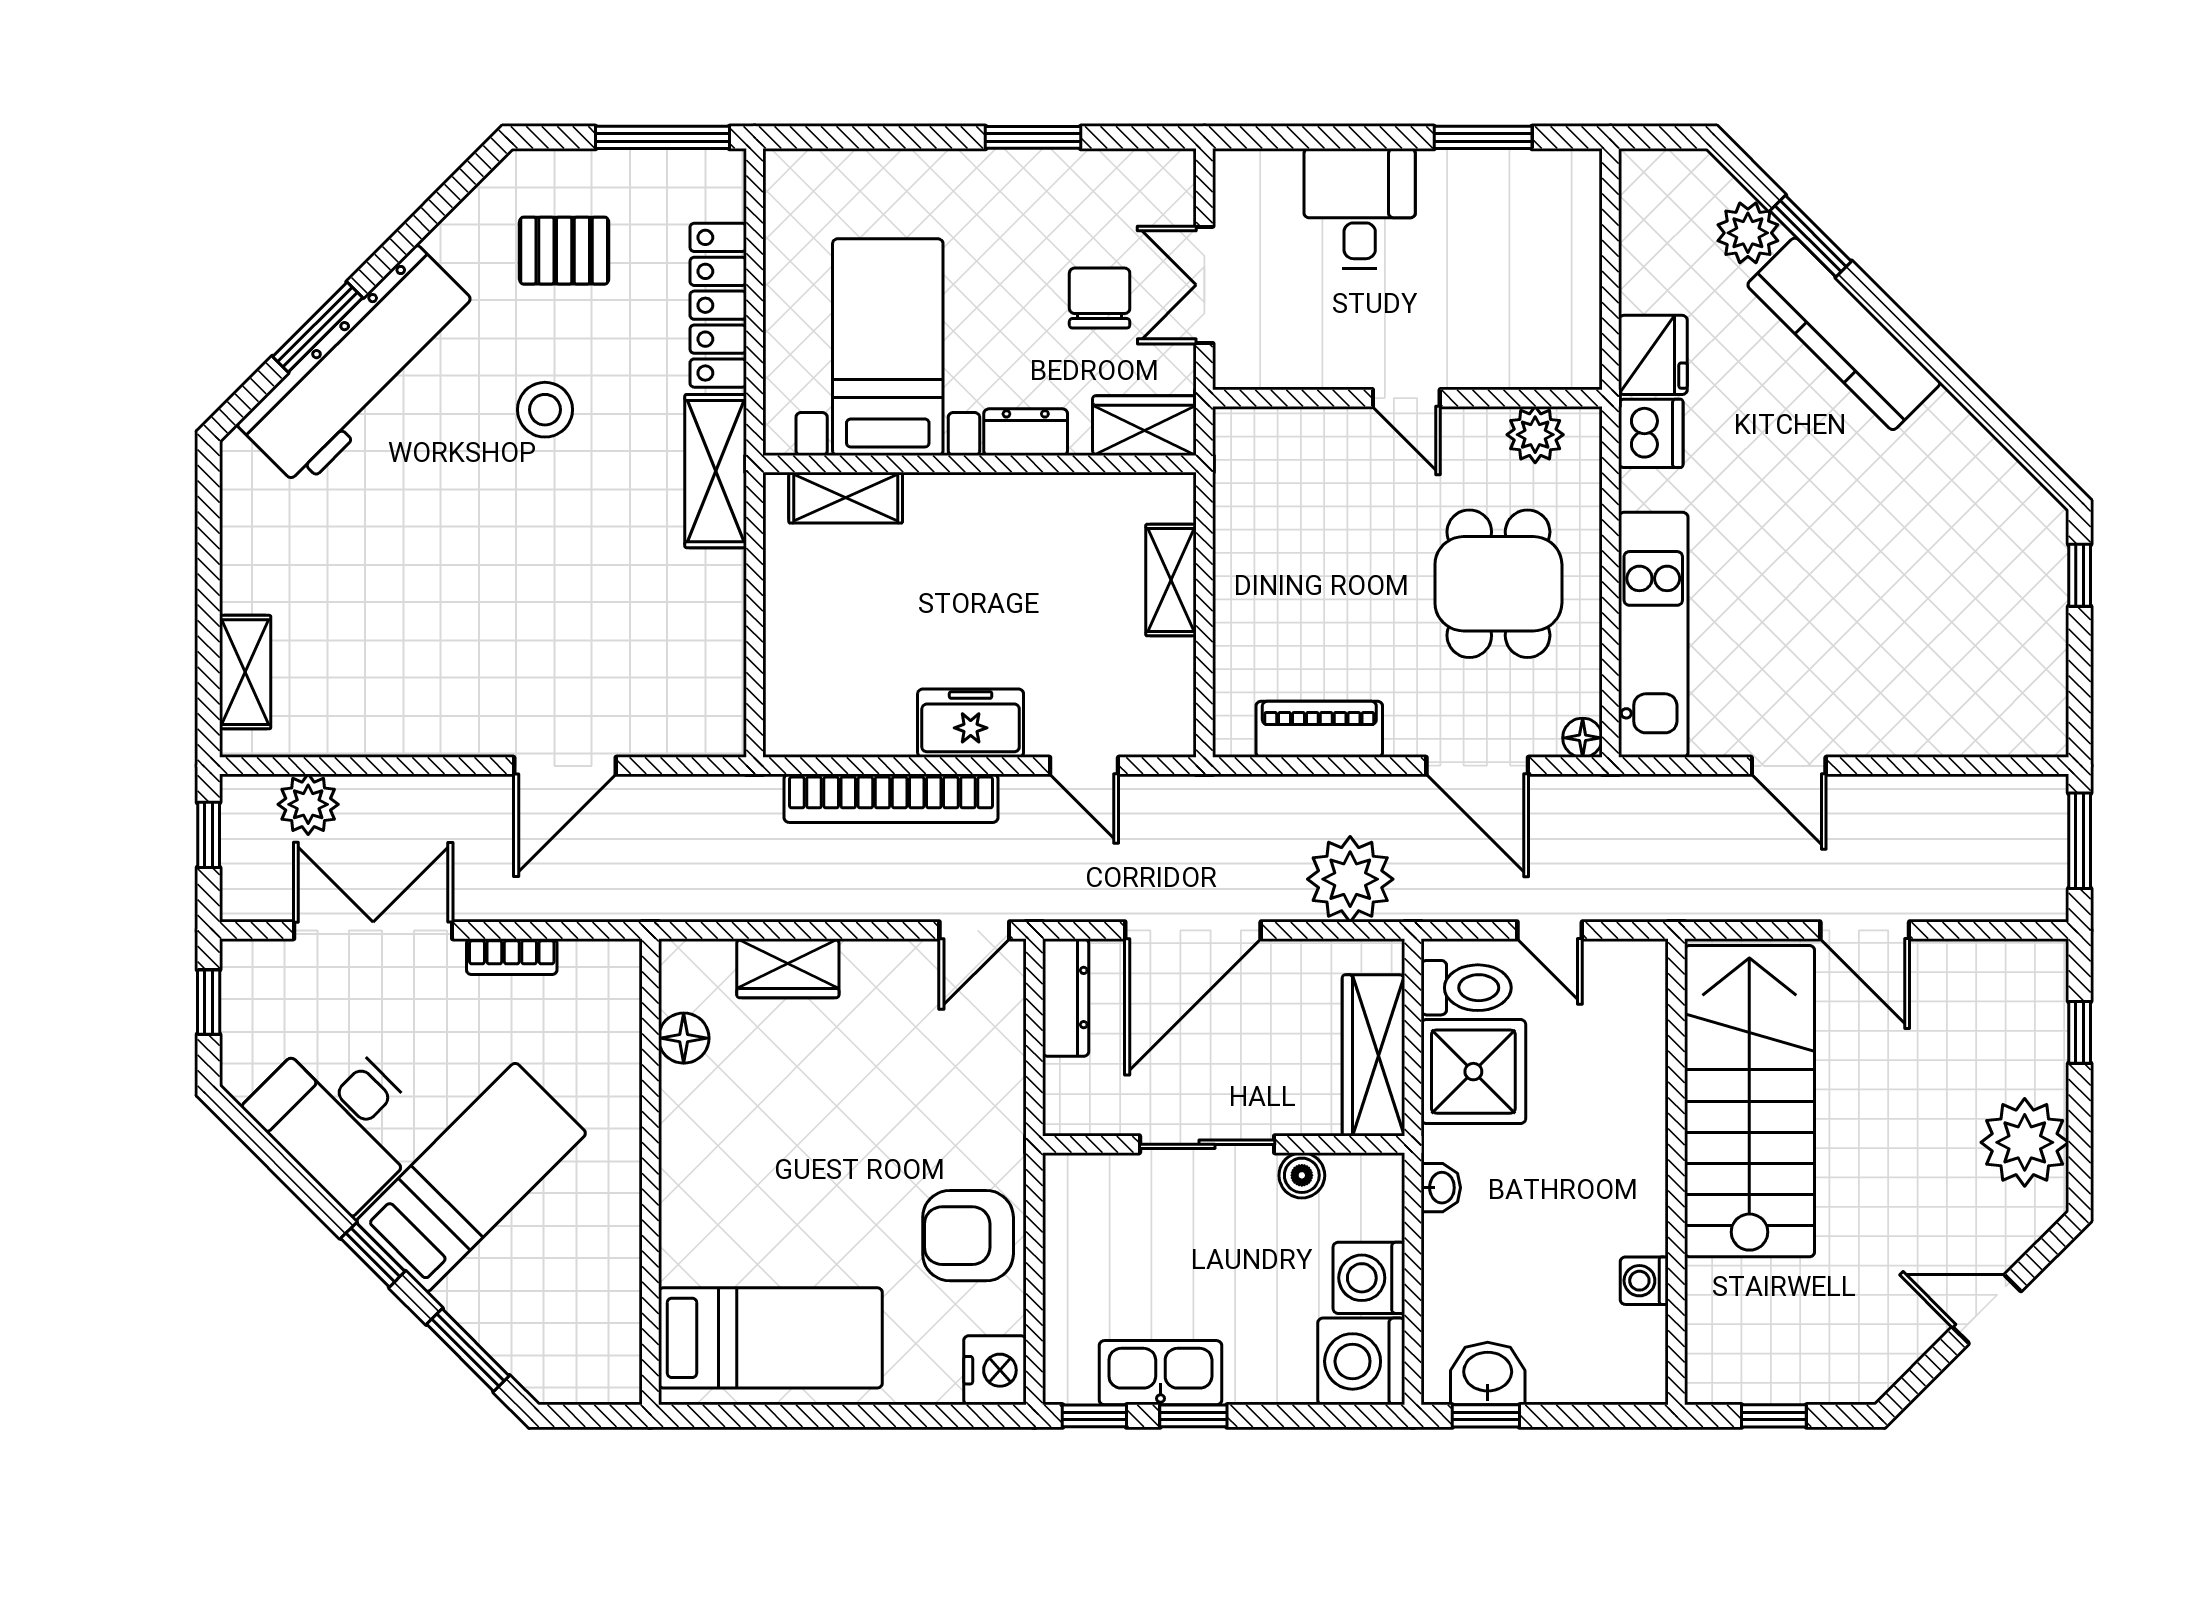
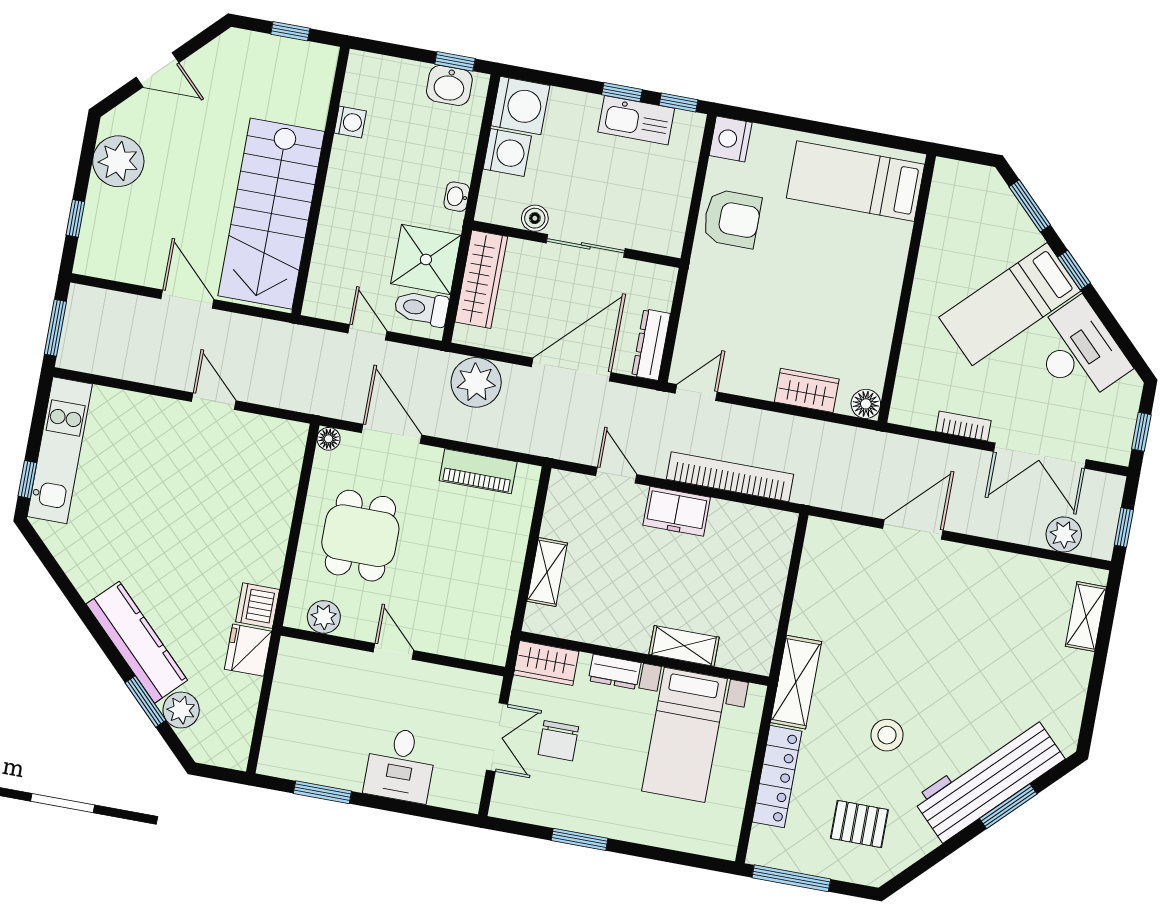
shelving: (846, 498) -> (684, 646), moved
kitchen unit: (1653, 635) -> (60, 450), moved, turned 180
floor lamp: (684, 1038) -> (866, 404), moved

